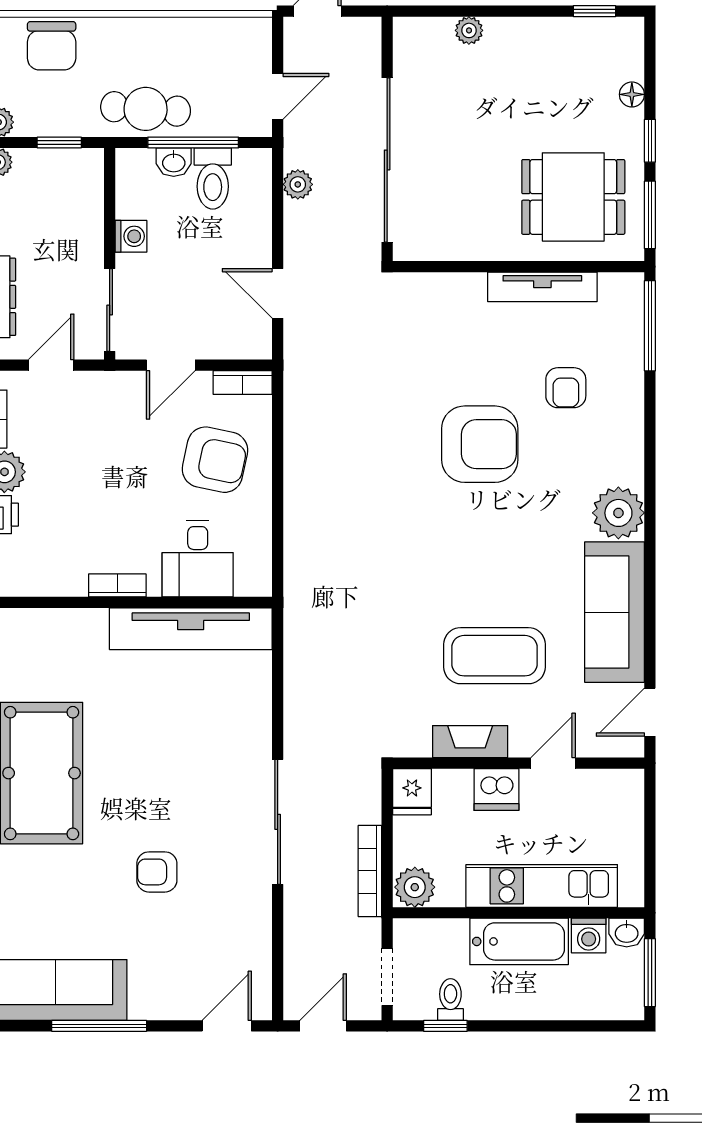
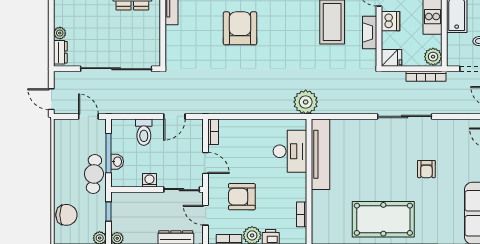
dresser: (425, 32) -> (60, 52), added
toilet: (213, 179) -> (144, 132), moved, turned 90
plant: (298, 184) -> (306, 102), moved, width x1.88, depth x1.88
armchair: (215, 460) -> (242, 197), moved, turned -102
desk: (198, 559) -> (290, 151), width x1.37
bookcase: (117, 585) -> (302, 214), moved

